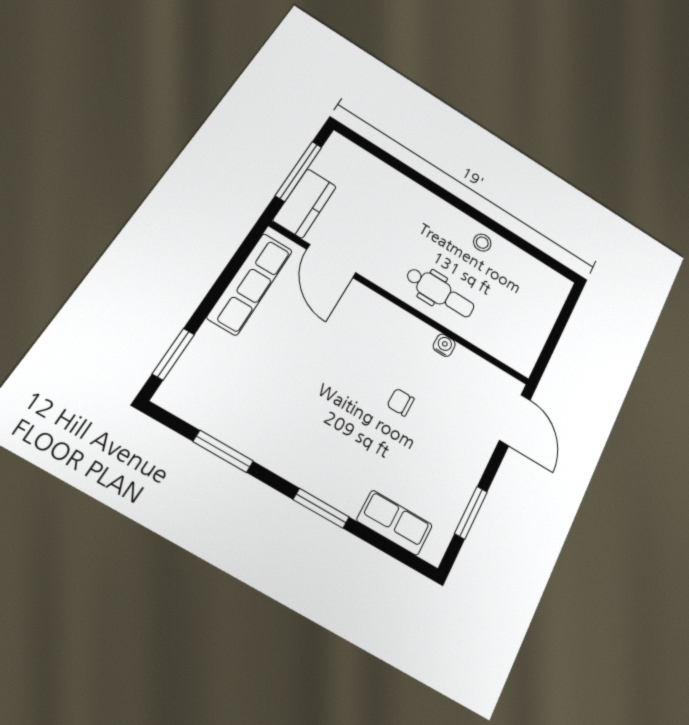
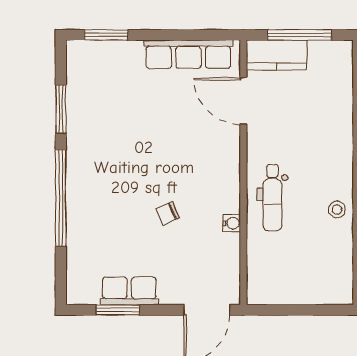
door: (331, 261) -> (243, 101), hinge flipped
chair: (401, 402) -> (168, 213), turned -113
window: (321, 508) -> (61, 198), width x2.11
row of seats: (395, 523) -> (129, 291), moved, turned -90

